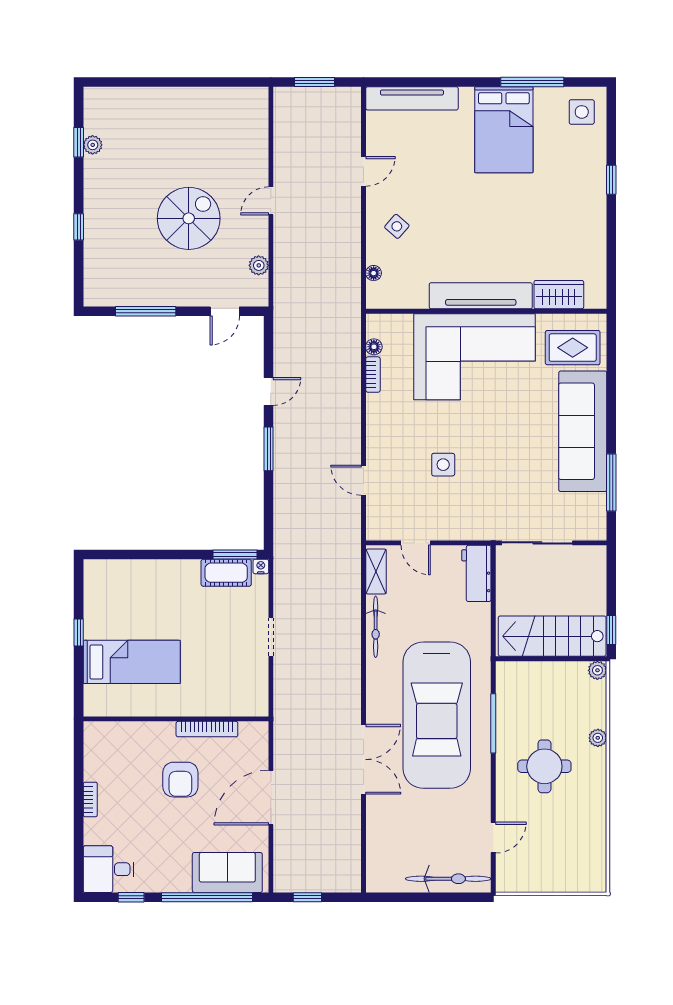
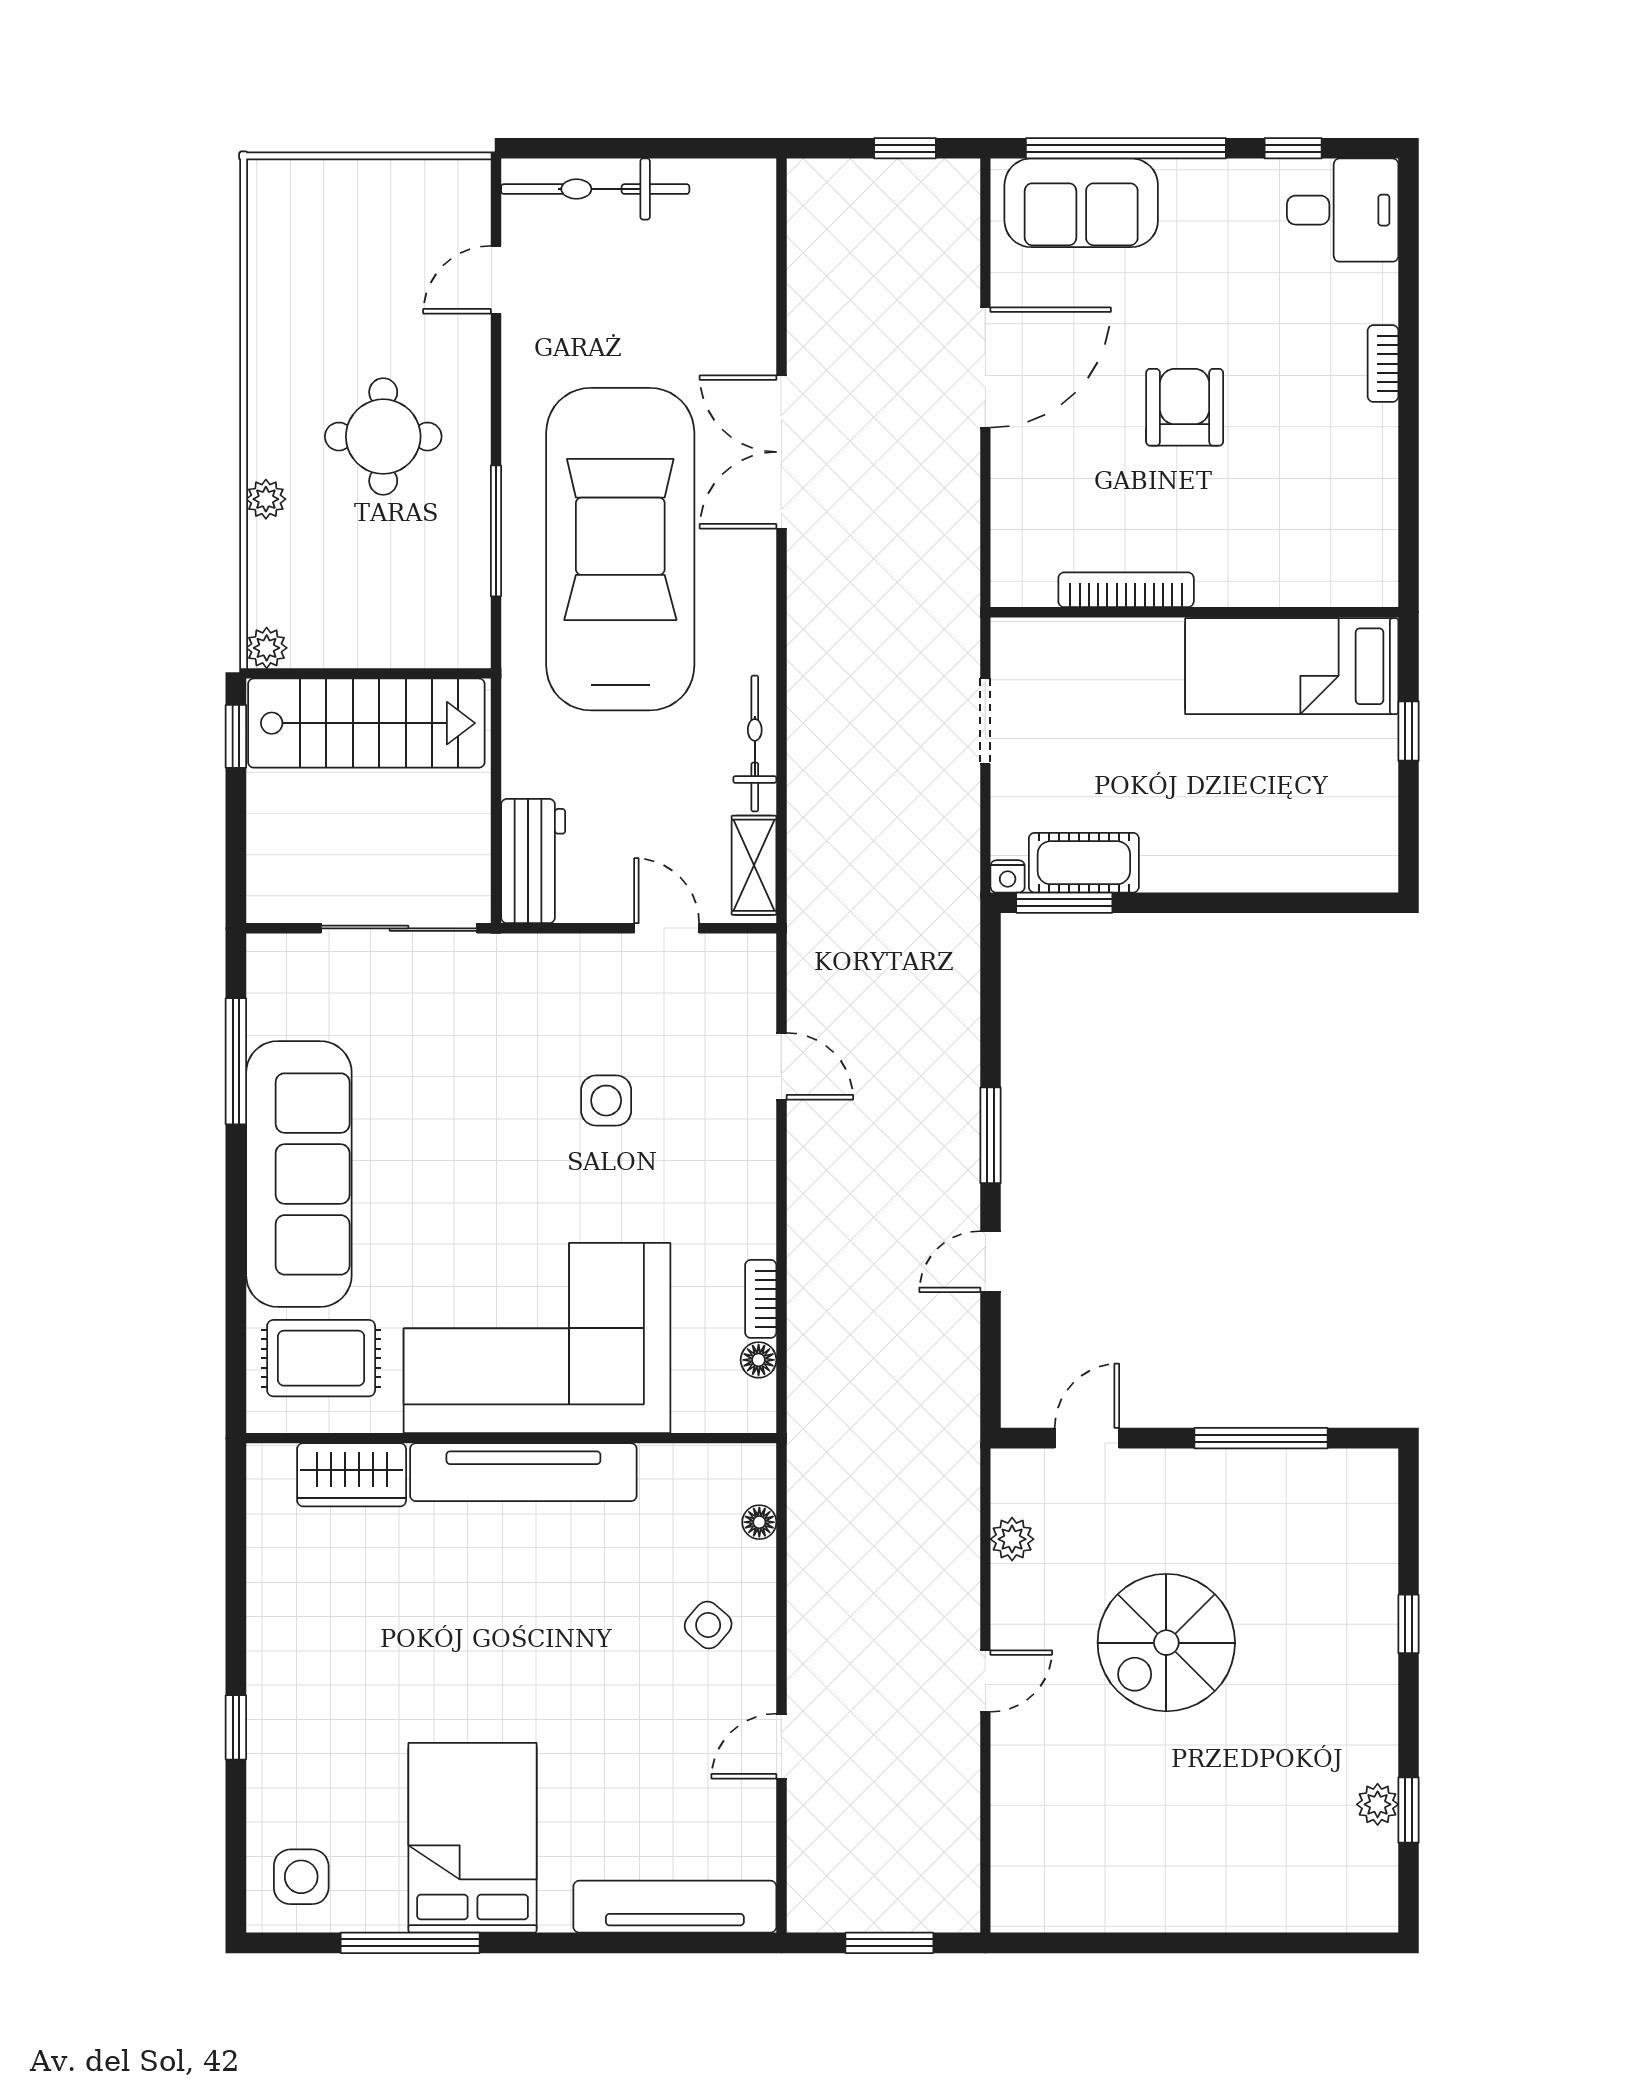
wall: (176, 719) -> (1194, 612), moved
bookcase: (207, 729) -> (1126, 590), moved

